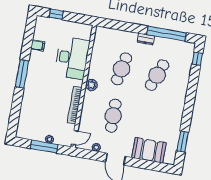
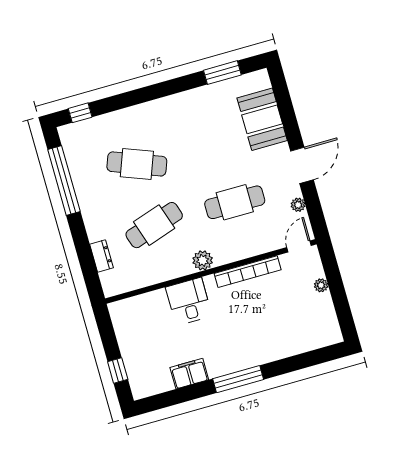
dresser: (146, 39) -> (101, 256), moved
filing cabinet: (38, 45) -> (189, 374), width x2.00
desk: (72, 58) -> (189, 302), width x0.53, depth x0.77
cafe table: (122, 69) -> (154, 225), turned -30
door: (75, 138) -> (299, 246), hinge flipped
window: (44, 147) -> (337, 288), removed

